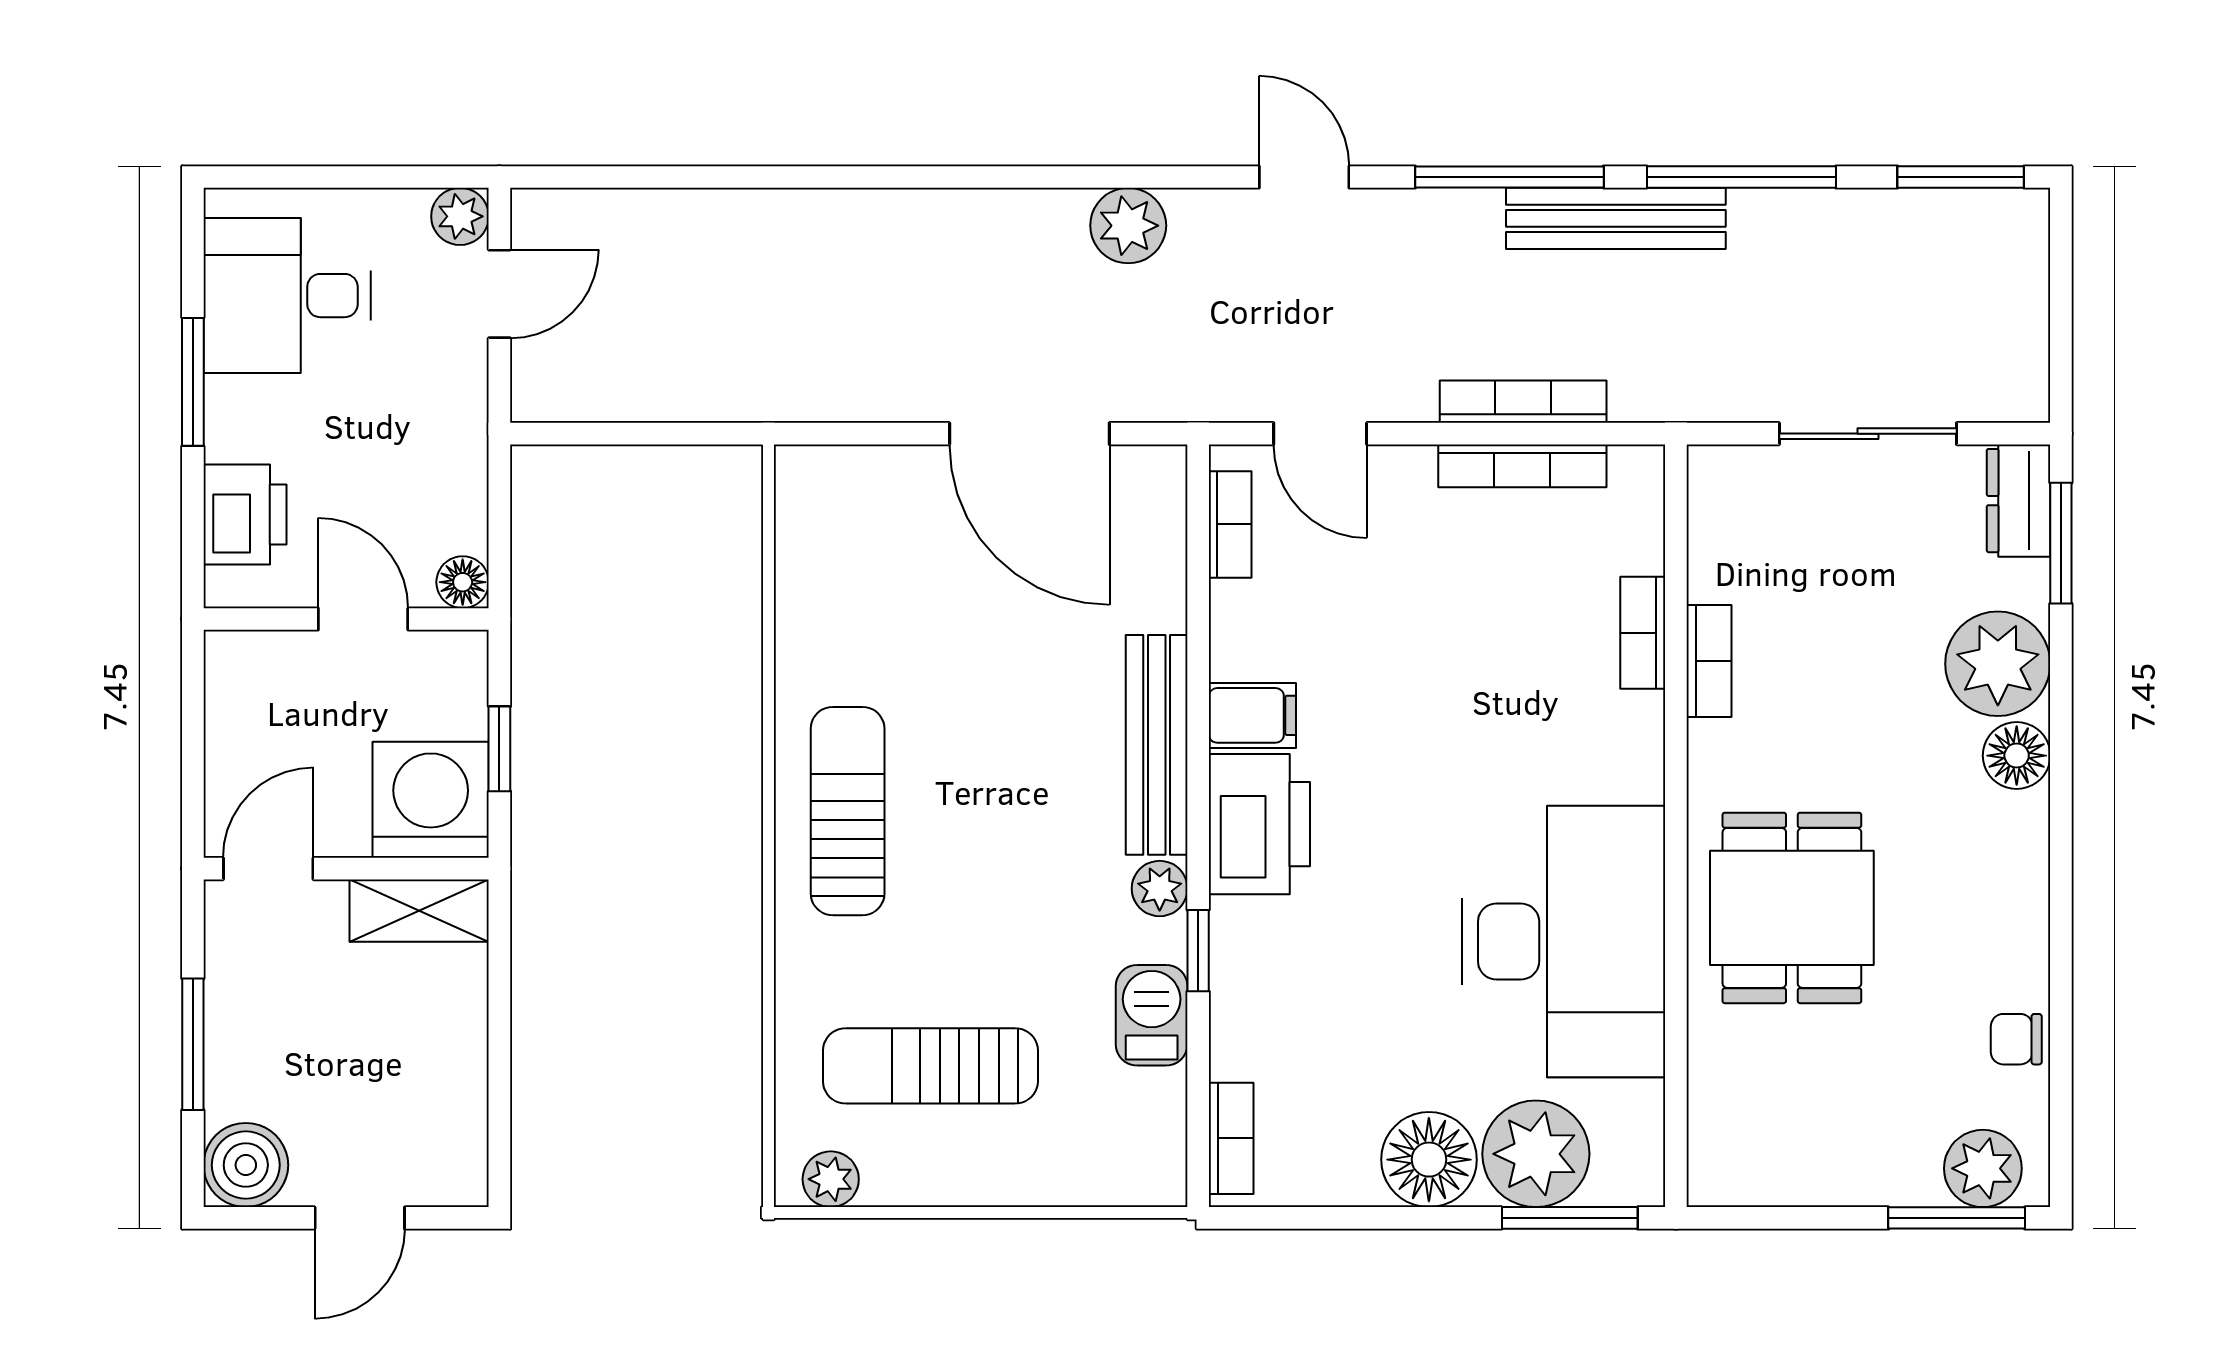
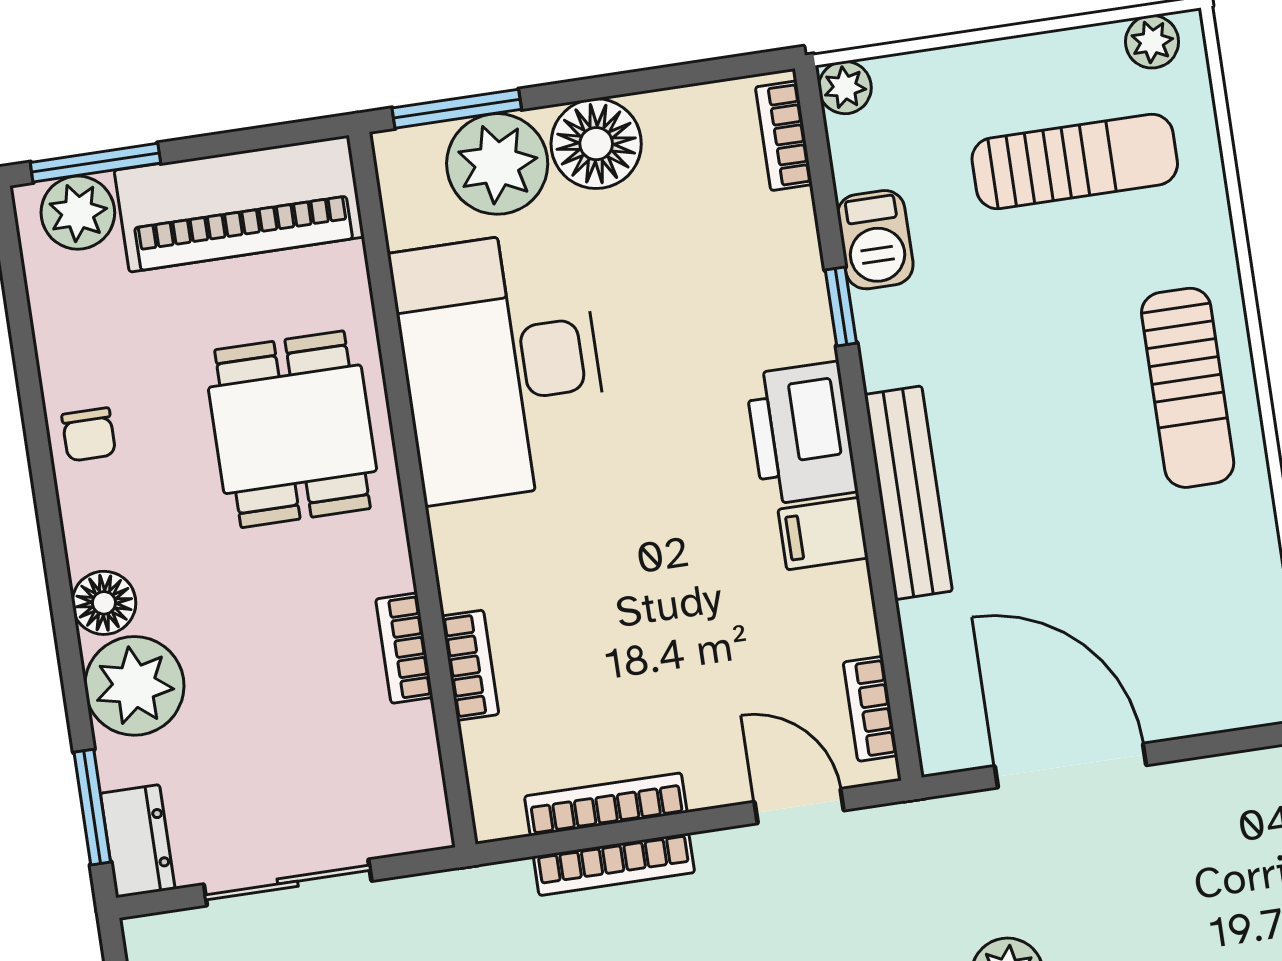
plant: (1160, 889) -> (845, 88), moved
chair: (2016, 1039) -> (89, 435), moved, turned 90
piano: (1812, 1153) -> (239, 204), added

